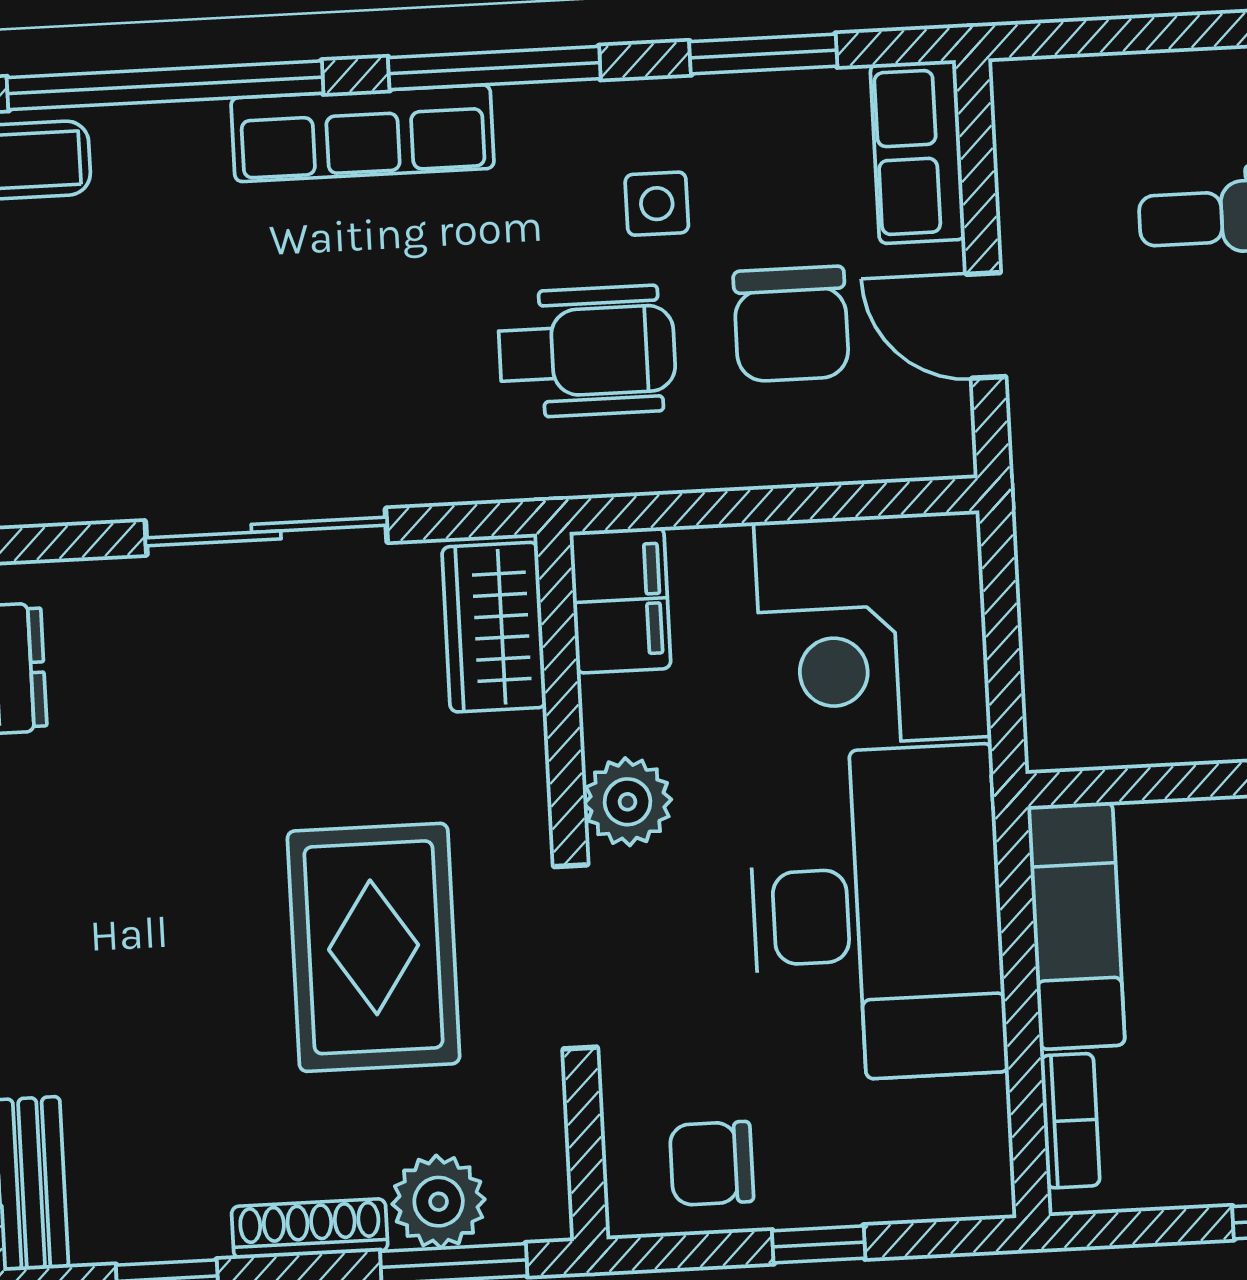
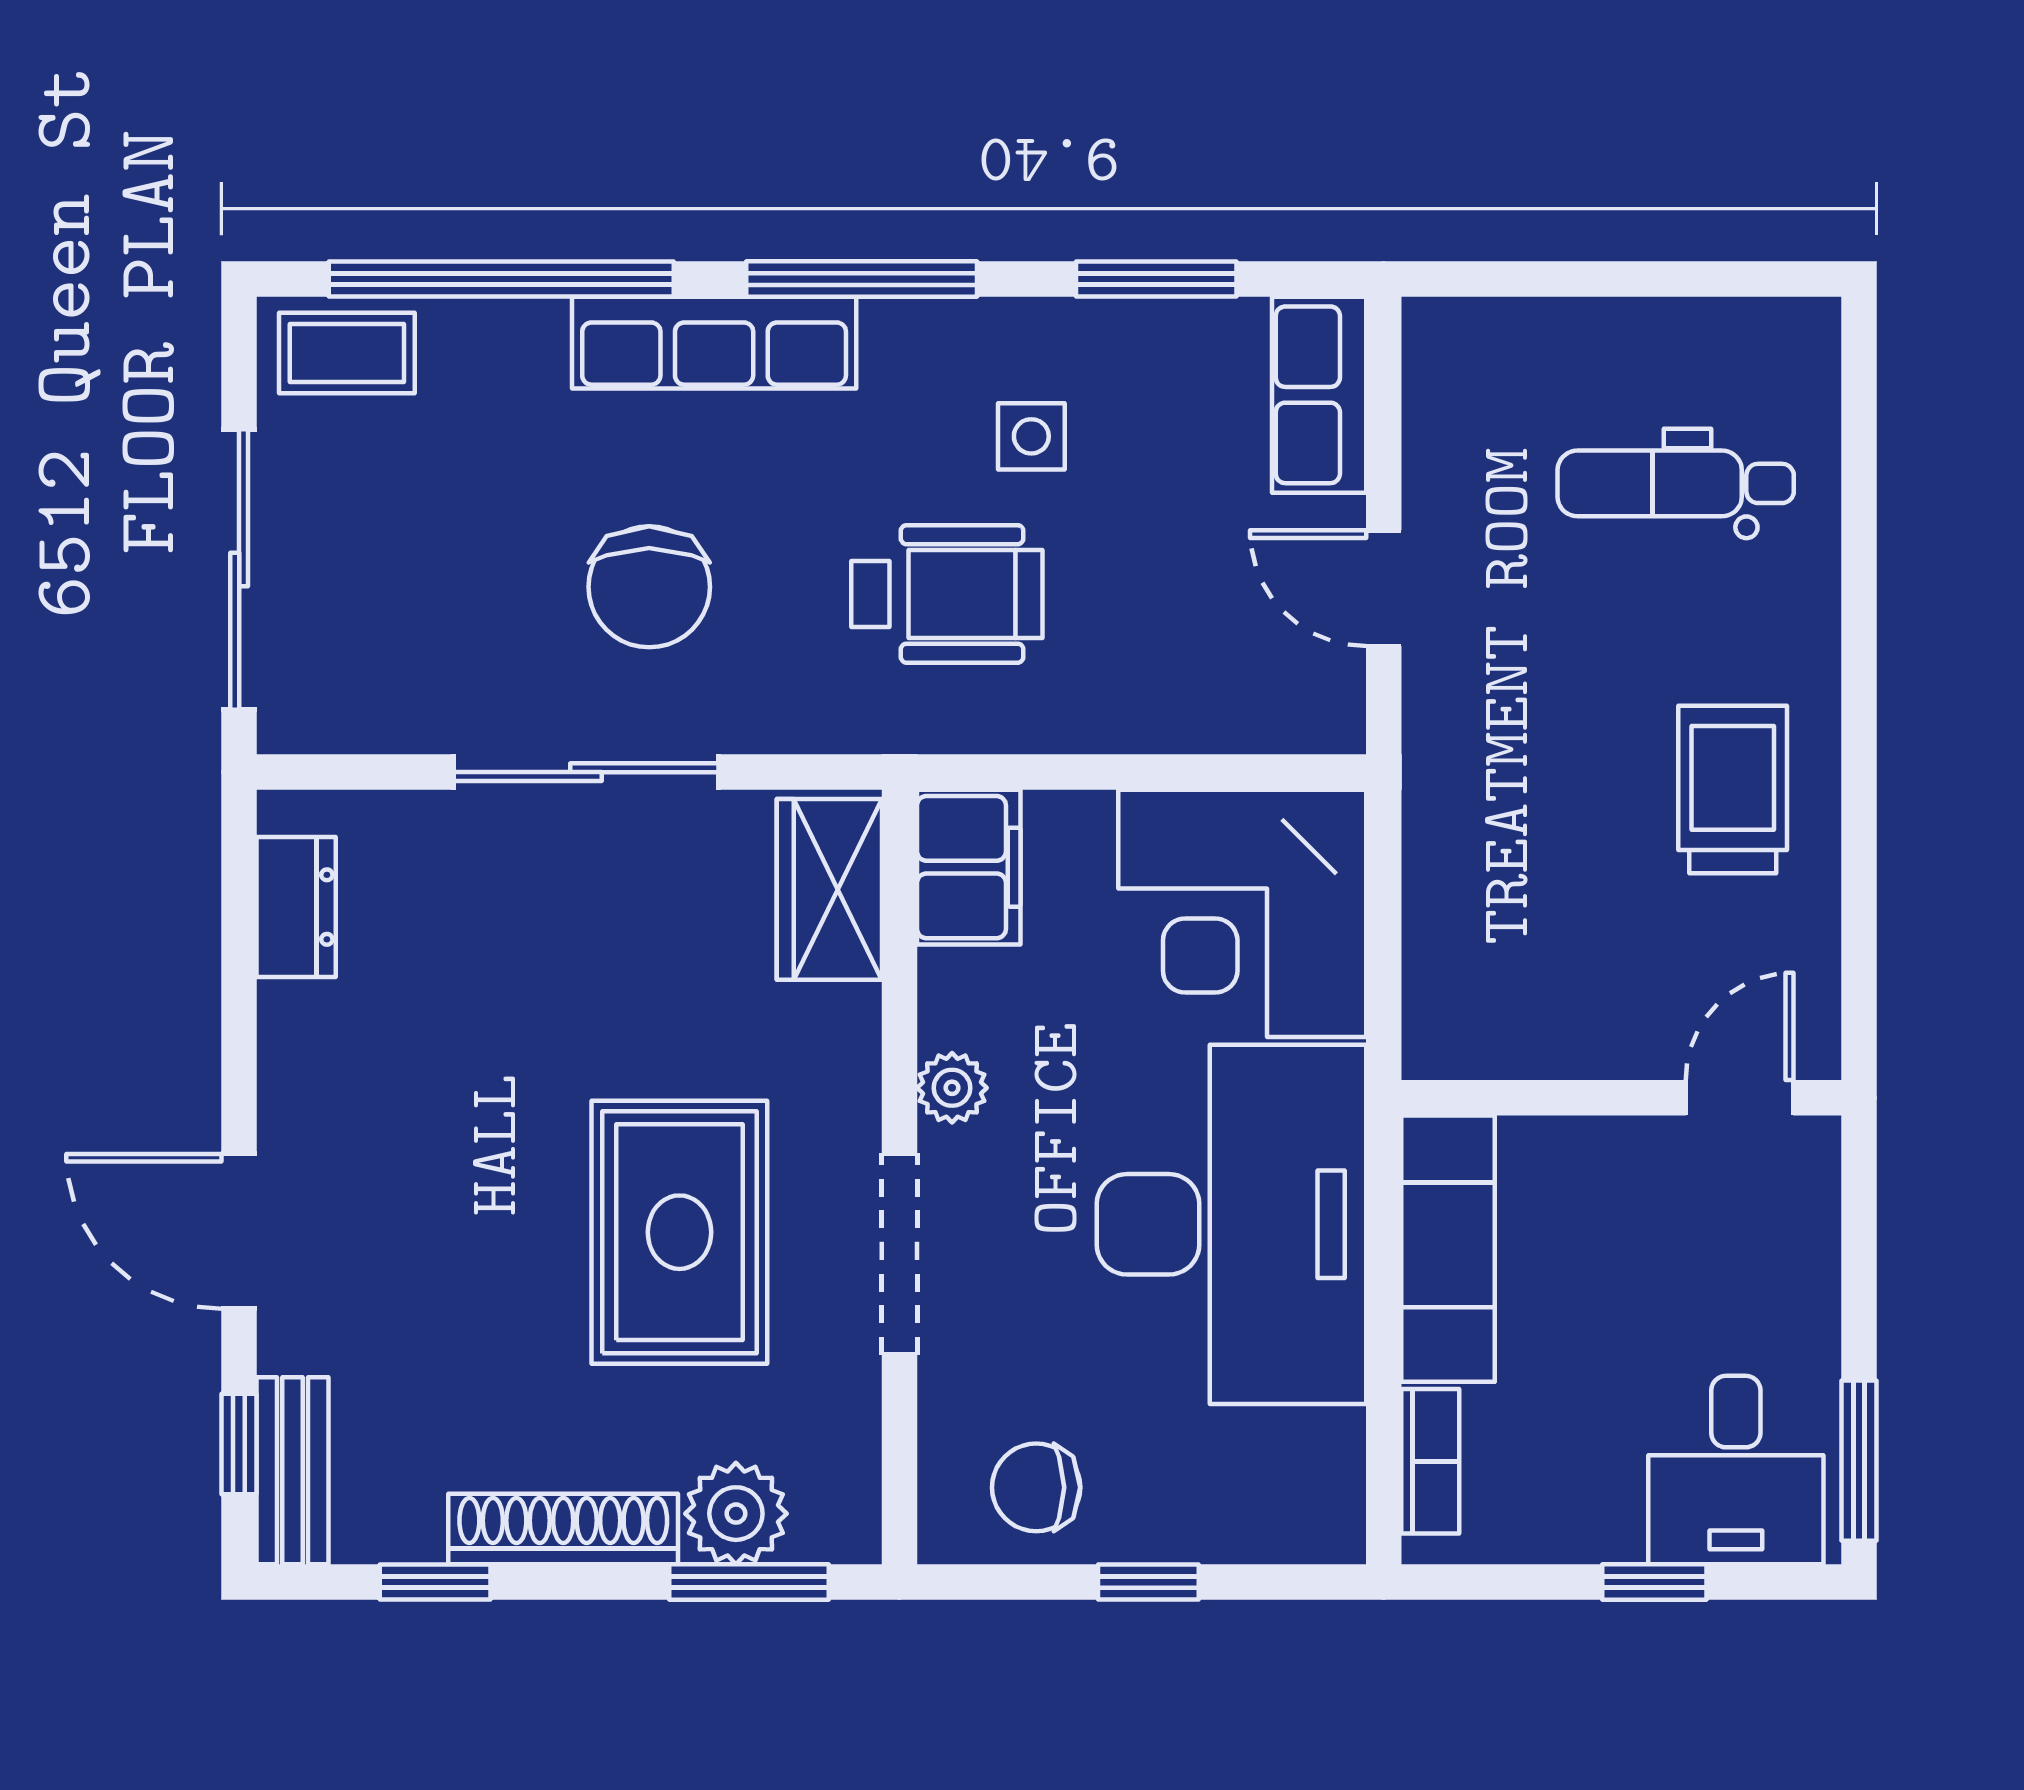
chair: (791, 324) -> (649, 587), moved
plant: (627, 802) -> (952, 1088), width x0.73, depth x0.73
shoe rack: (310, 1229) -> (563, 1529), width x1.36, depth x1.24

